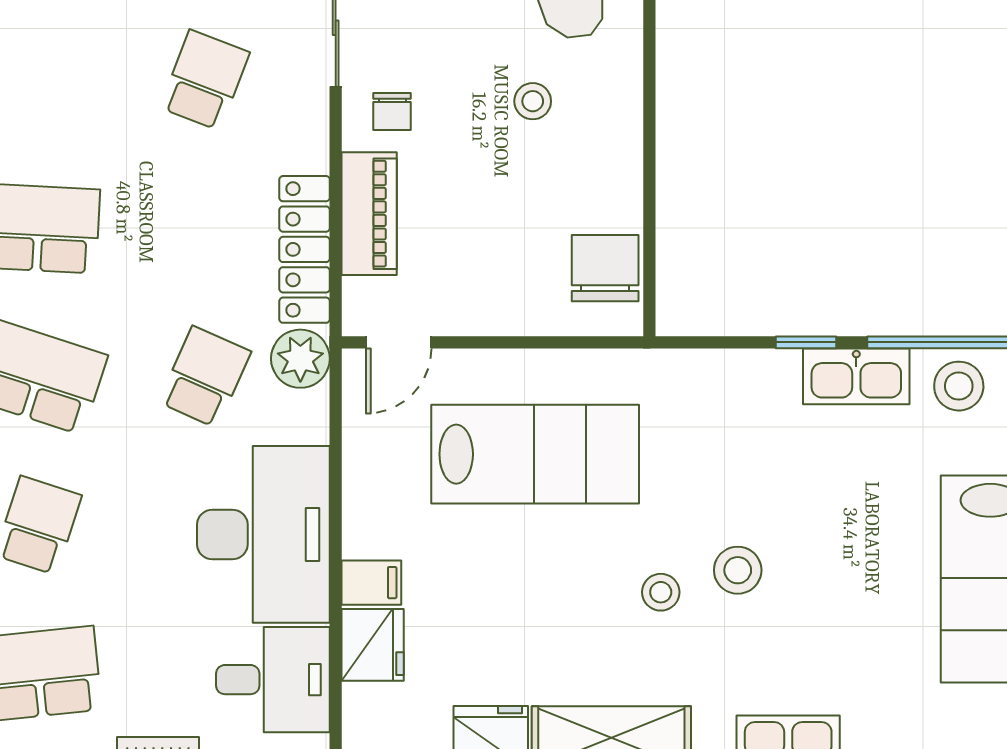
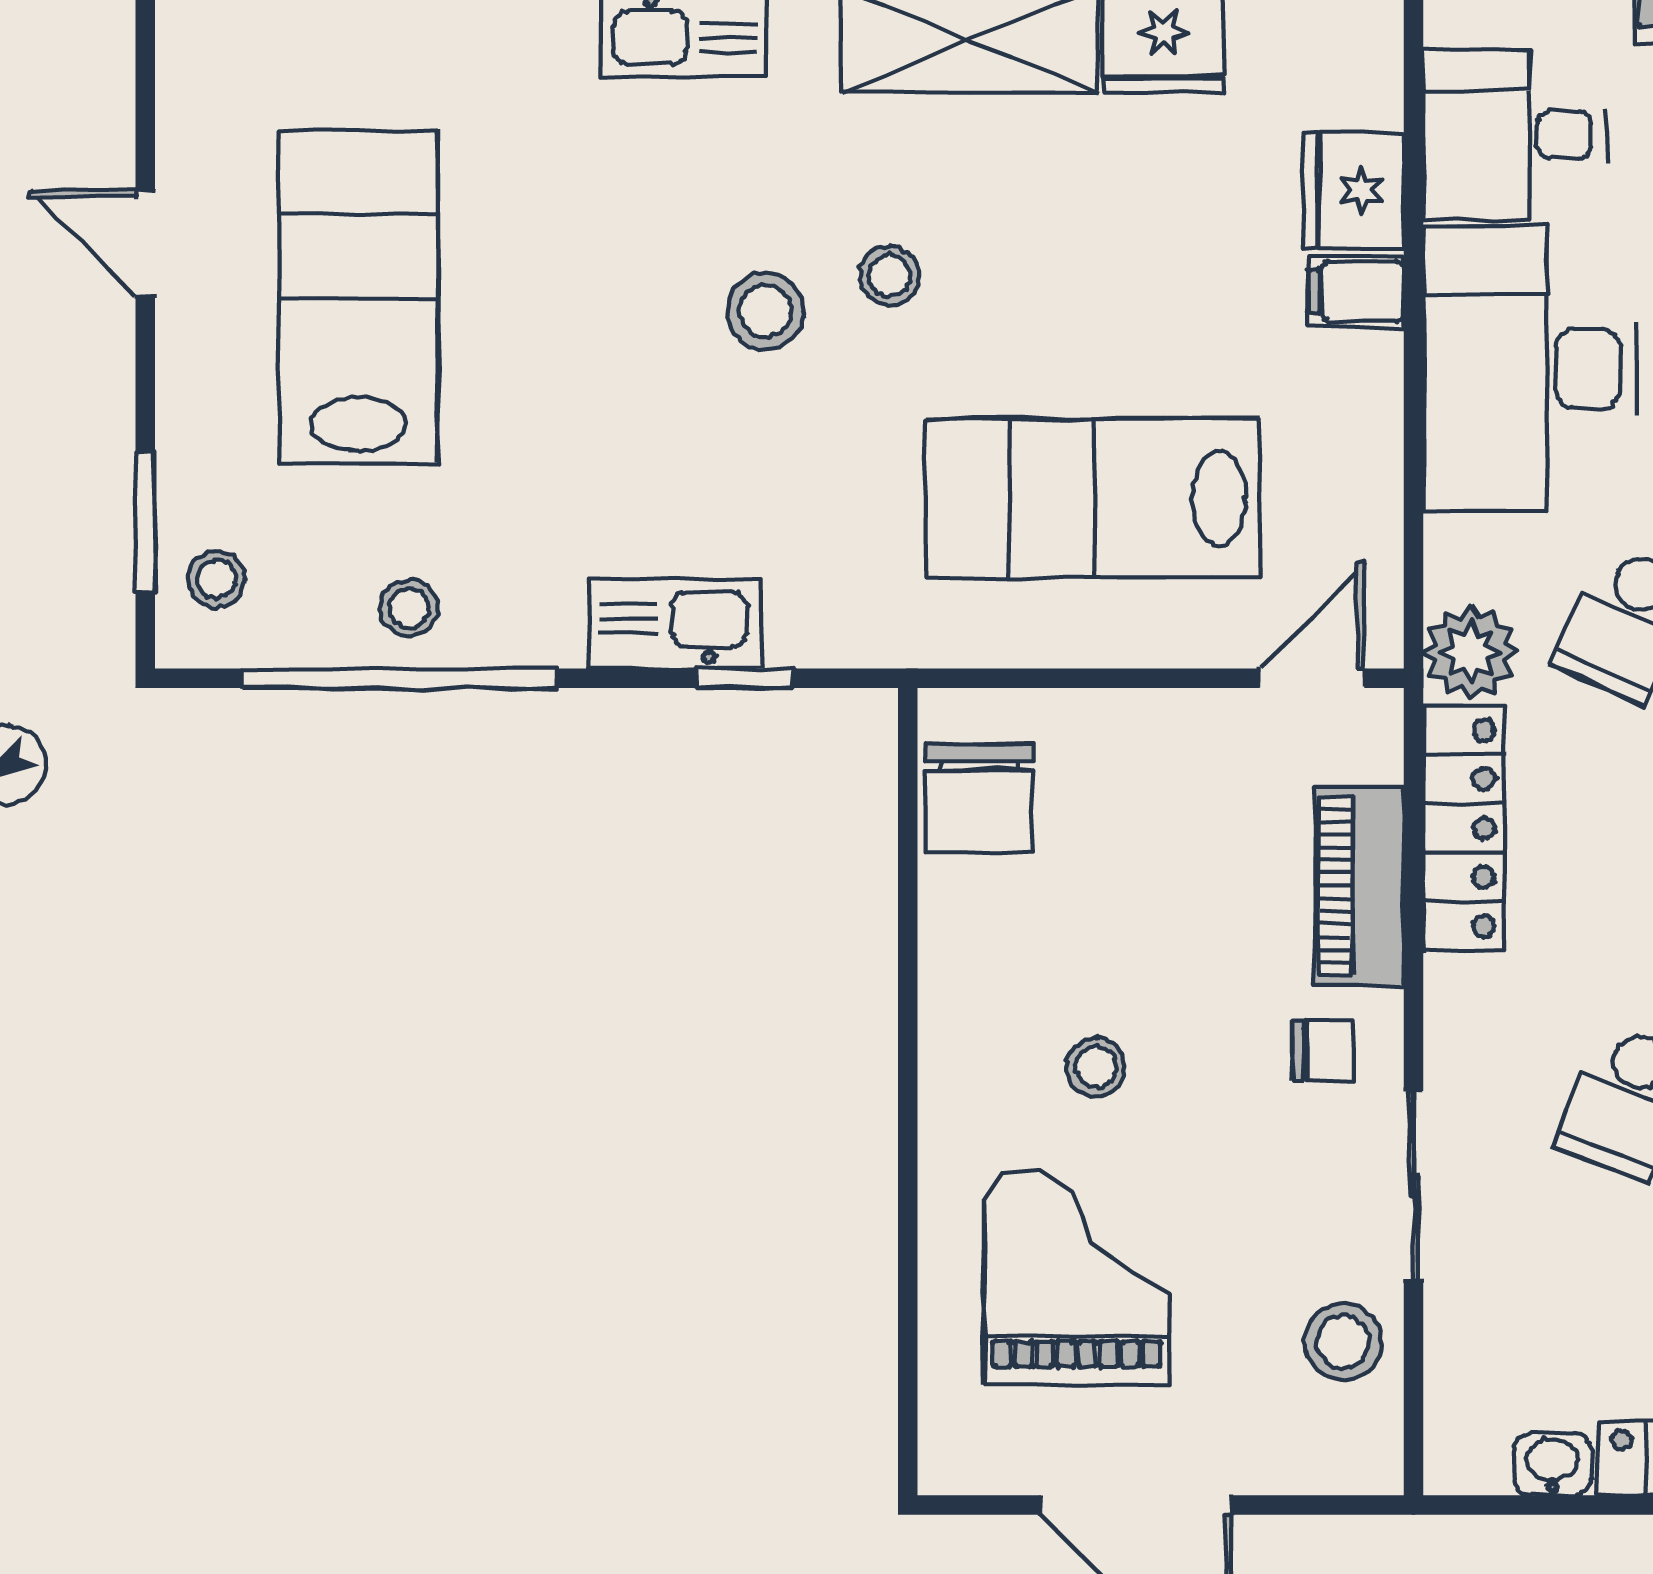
chair: (392, 112) -> (1323, 1051), turned 90
window: (806, 342) -> (745, 678), moved
kitchen sink: (856, 376) -> (675, 624), moved
stool: (959, 386) -> (409, 608), width x0.73, depth x0.73

